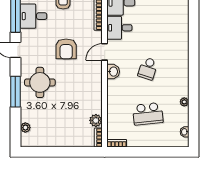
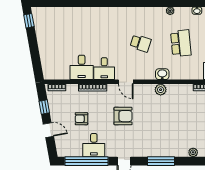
washbasin: (113, 72) -> (162, 74), moved
round table: (40, 82) -> (153, 139), removed
plant: (96, 120) -> (161, 90), moved

